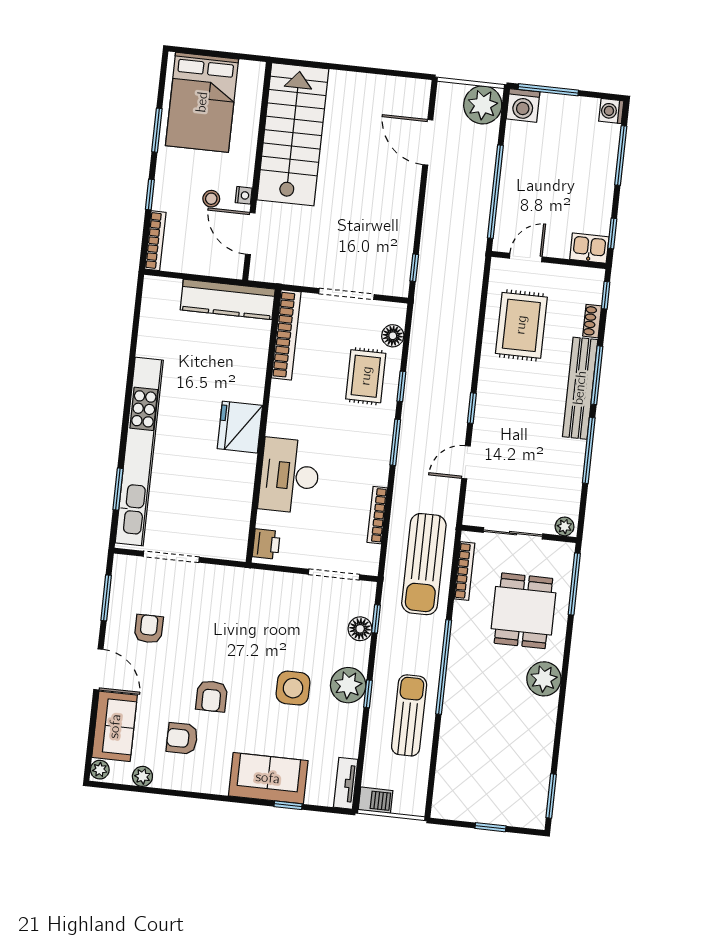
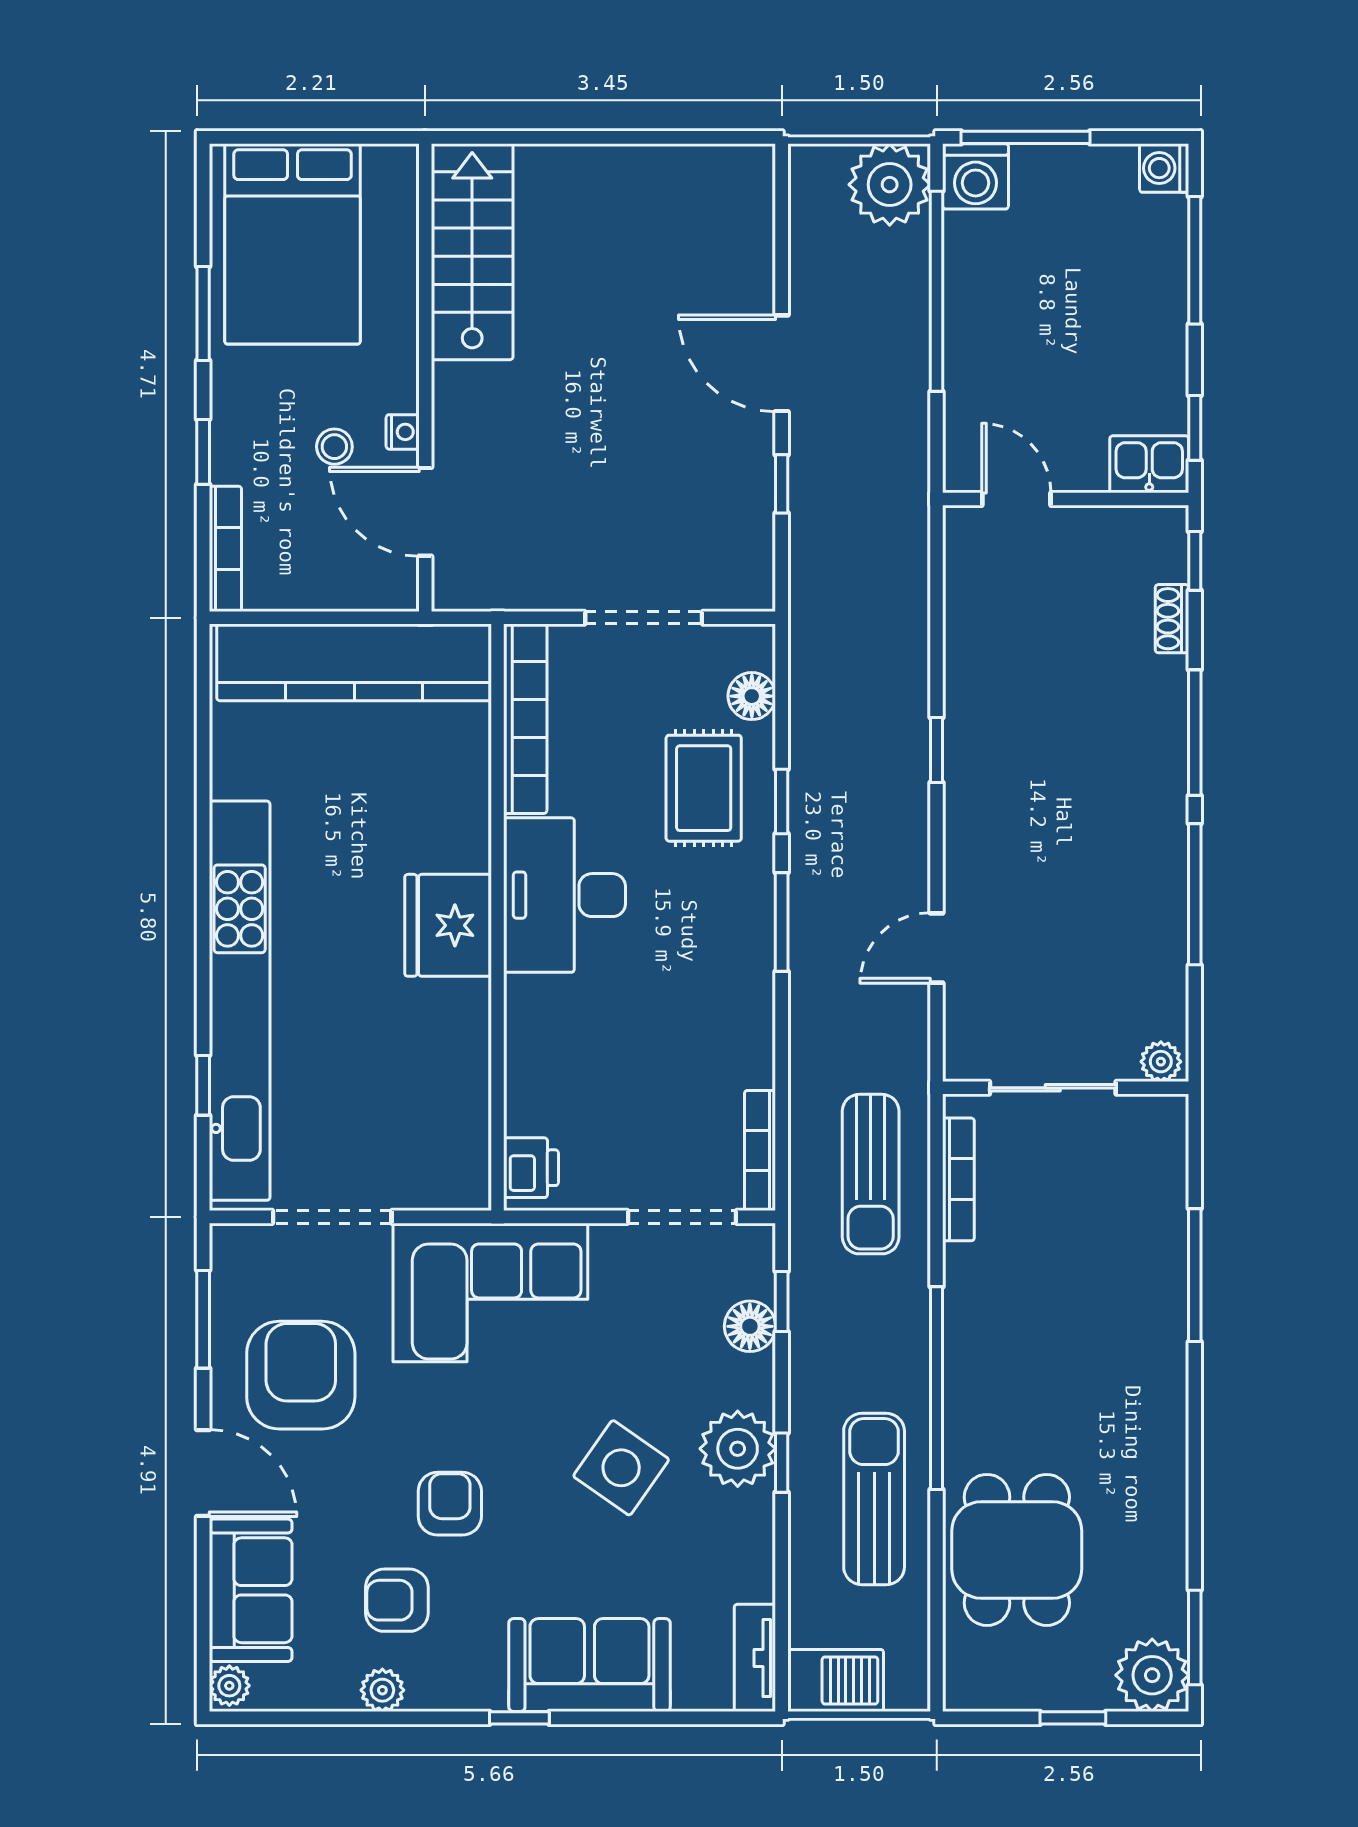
stairs: (293, 134) -> (472, 252), width x0.73, depth x0.66
door: (428, 142) -> (782, 363), moved
window: (495, 192) -> (937, 291), moved
door: (526, 257) -> (1016, 499), hinge flipped
window: (414, 268) -> (782, 484), moved
kitchen counter: (228, 299) -> (354, 662), width x1.39, depth x1.17
rug: (521, 325) -> (1023, 644), removed
bench: (580, 388) -> (1162, 764), removed
window: (472, 408) -> (937, 750), moved
desk: (289, 476) -> (564, 895), moved
window: (118, 489) -> (203, 1085), width x0.67
bookcase: (377, 515) -> (760, 1150), moved
sun lounger: (424, 564) -> (871, 1174), width x0.73, depth x0.75
window: (574, 584) -> (1195, 1275), moved
corner sofa: (241, 600) -> (490, 1292), added
dining table: (523, 611) -> (1017, 1550), moved
armchair: (149, 629) -> (301, 1375), width x1.88, depth x1.88
plant: (544, 679) -> (1152, 1675), moved
side table: (293, 688) -> (621, 1468), turned 35
armchair: (212, 696) -> (450, 1504), turned 180
plant: (142, 776) -> (382, 1690), moved
barbecue: (376, 800) -> (836, 1680), width x1.38, depth x1.27
window: (288, 805) -> (519, 1718), moved

